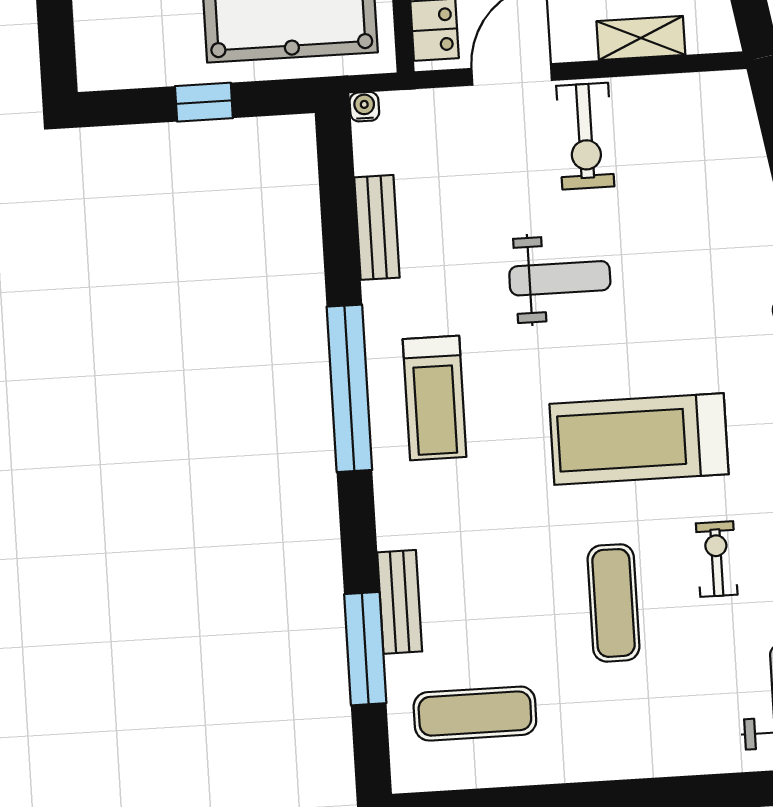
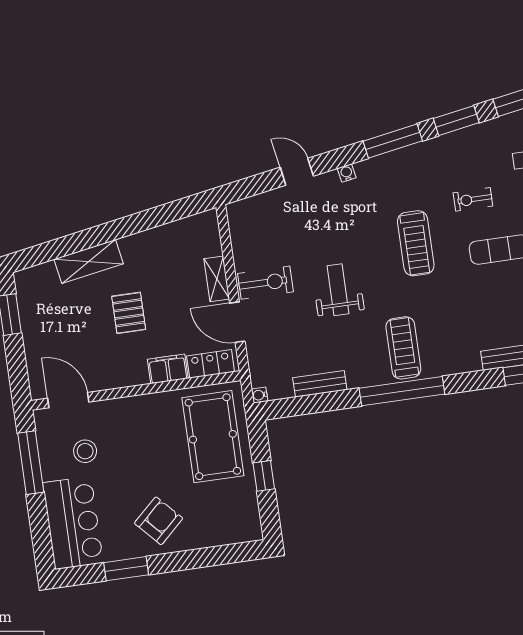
shelving: (641, 38) -> (217, 279), moved
treadmill: (435, 398) -> (403, 348), turned -90
treadmill: (639, 439) -> (416, 243), width x0.73, depth x0.73

